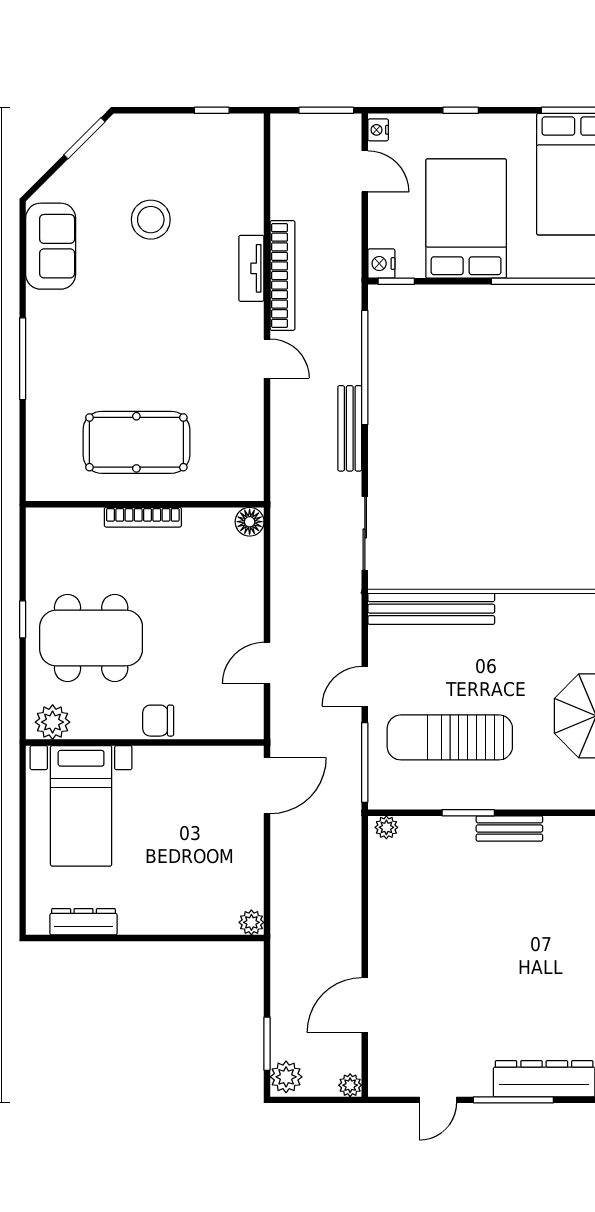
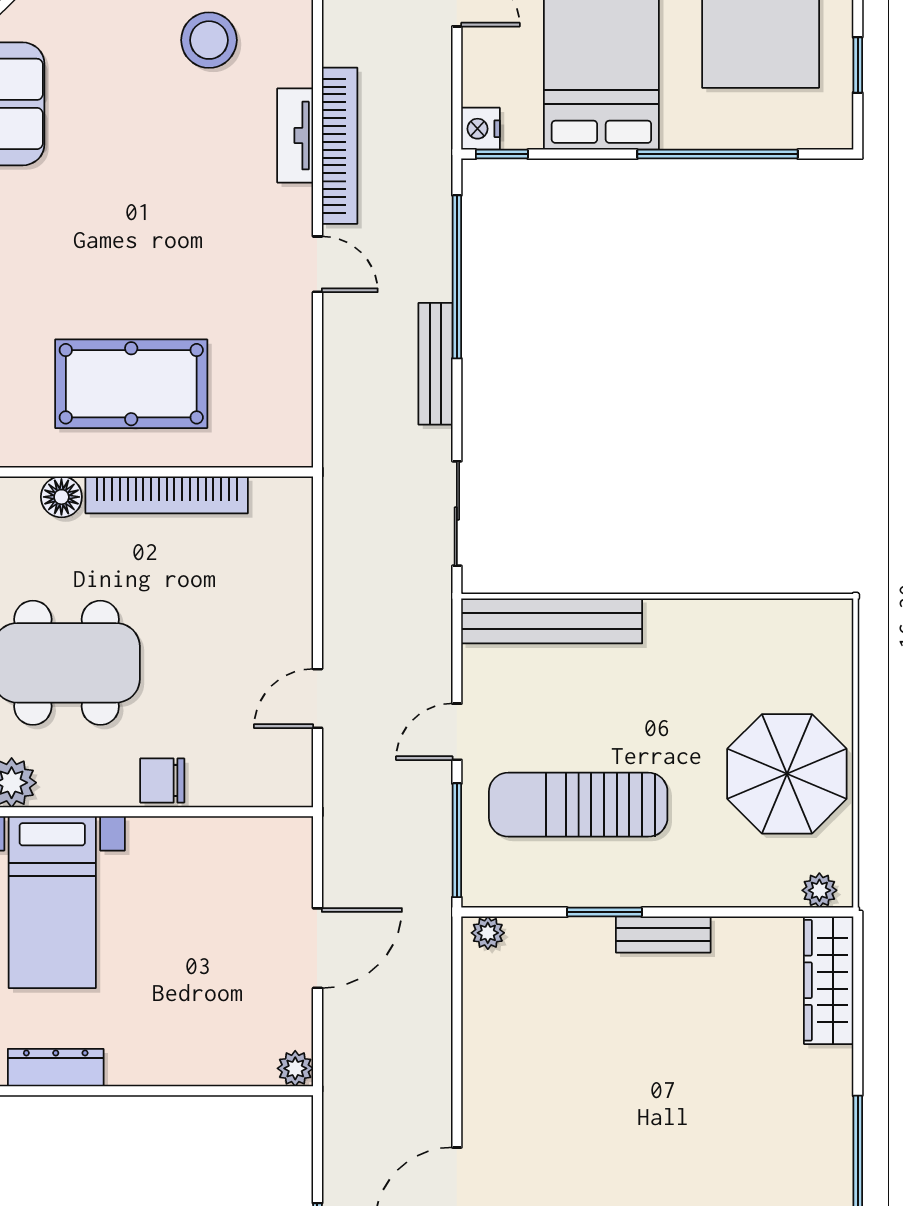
stool: (151, 220) -> (209, 40), moved
bookcase: (143, 517) -> (167, 495), width x1.48, depth x1.31
floor lamp: (250, 522) -> (61, 497), moved
door: (267, 786) -> (317, 948), moved

